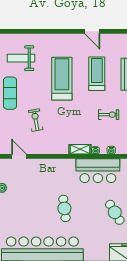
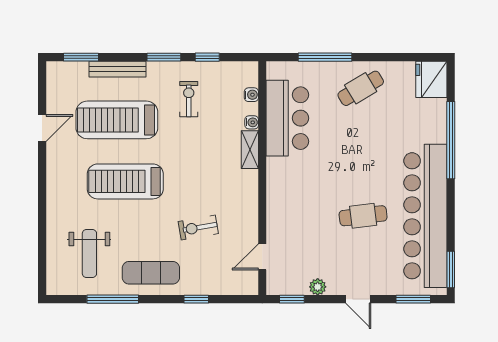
treadmill: (97, 74) -> (117, 120), width x1.37, depth x1.38
cafe table: (64, 208) -> (363, 216), moved

